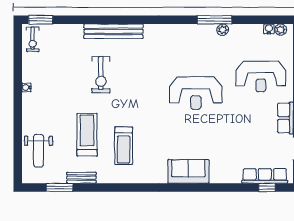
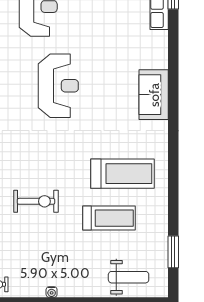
treadmill: (87, 135) -> (109, 218), turned 180
treadmill: (124, 146) -> (122, 174), width x1.37, depth x1.38
bench: (81, 178) -> (161, 225), removed

